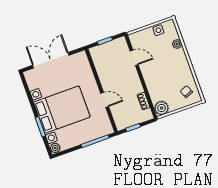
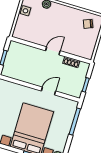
door: (134, 58) -> (53, 51), moved
plant: (162, 108) -> (87, 52), removed

